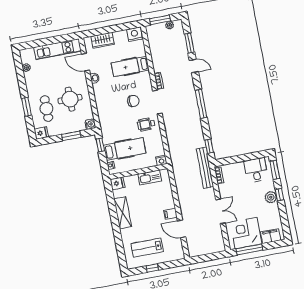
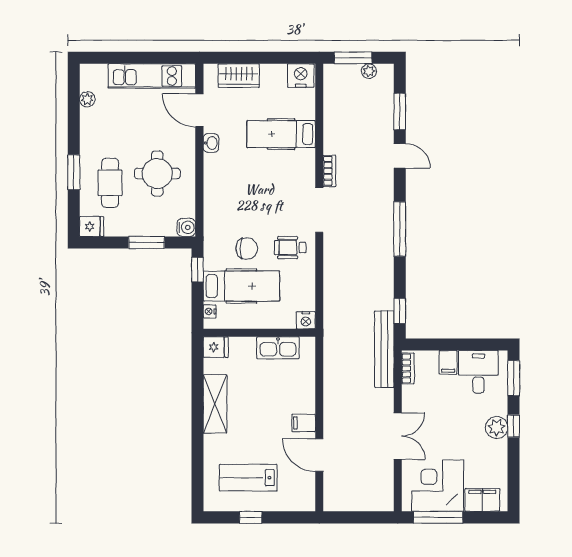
chair: (133, 101) -> (247, 248), moved
filing cabinet: (239, 168) -> (448, 362), added

